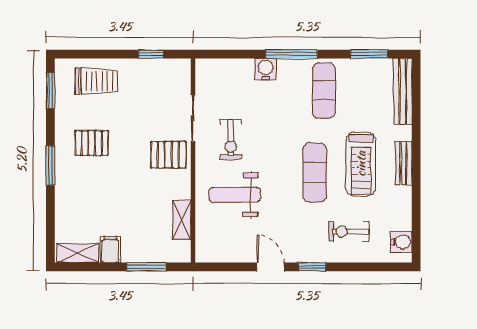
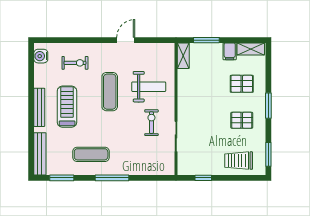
water cooler: (266, 69) -> (129, 168), removed
exercise mat: (324, 91) -> (91, 154), turned 90
pallet: (168, 155) -> (242, 84), moved
bench: (404, 163) -> (39, 107), width x1.36
exercise mat: (315, 173) -> (110, 92), moved
shelving: (182, 220) -> (183, 56), moved
door: (270, 267) -> (126, 40), swing flipped
window: (312, 267) -> (99, 40), removed

